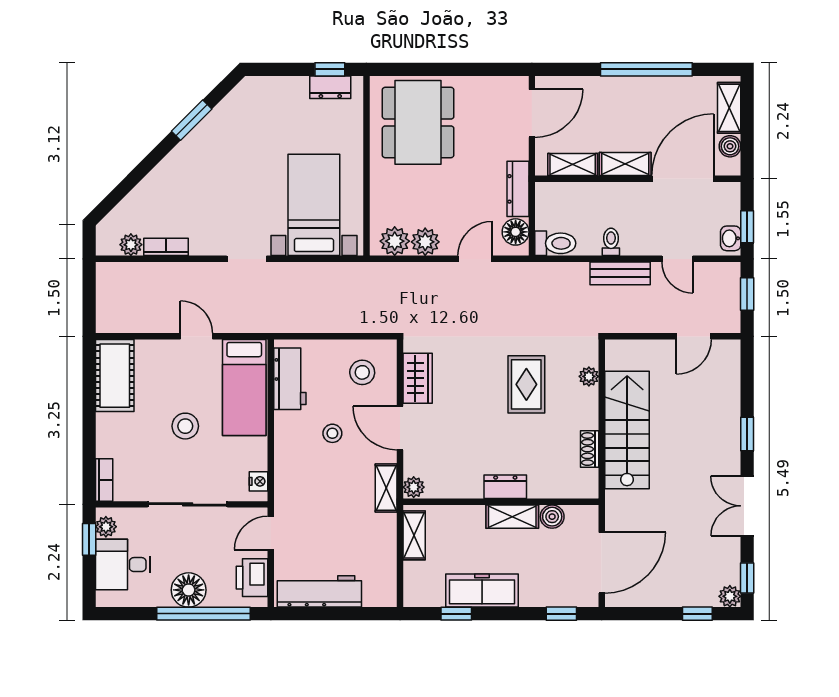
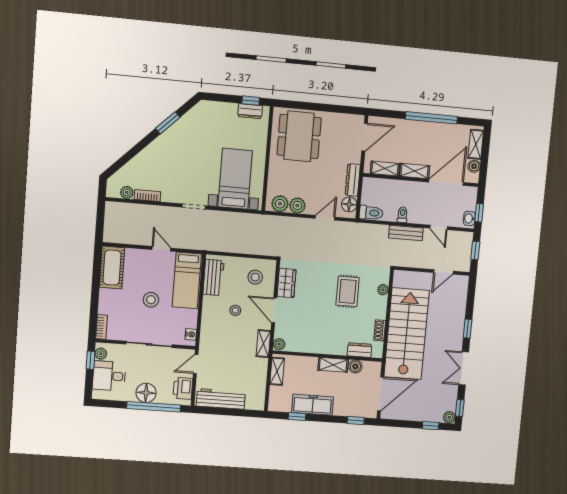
stairs: (627, 430) -> (407, 334), width x1.36, depth x1.51
dresser: (505, 487) -> (359, 350), moved

